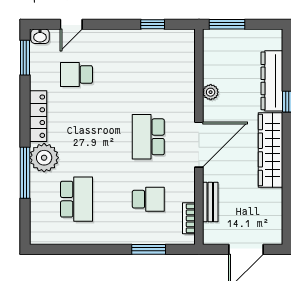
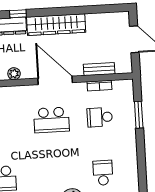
school desk: (77, 199) -> (103, 173), width x0.54
school desk: (148, 199) -> (100, 117), turned -90
bookcase: (189, 218) -> (99, 86), moved

